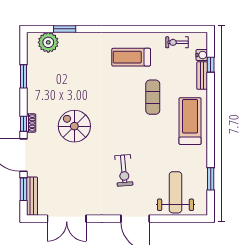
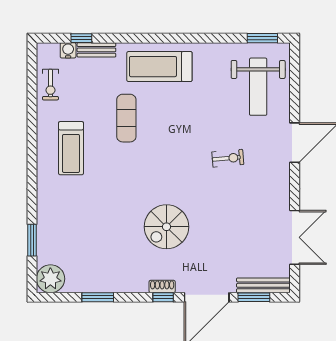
plant: (48, 42) -> (50, 279), moved
exercise mat: (153, 97) -> (126, 118), turned 90
exercise bike: (124, 170) -> (228, 158), width x0.73, depth x0.72
window: (211, 179) -> (262, 38), moved
weight bench: (175, 192) -> (258, 87), turned -90

